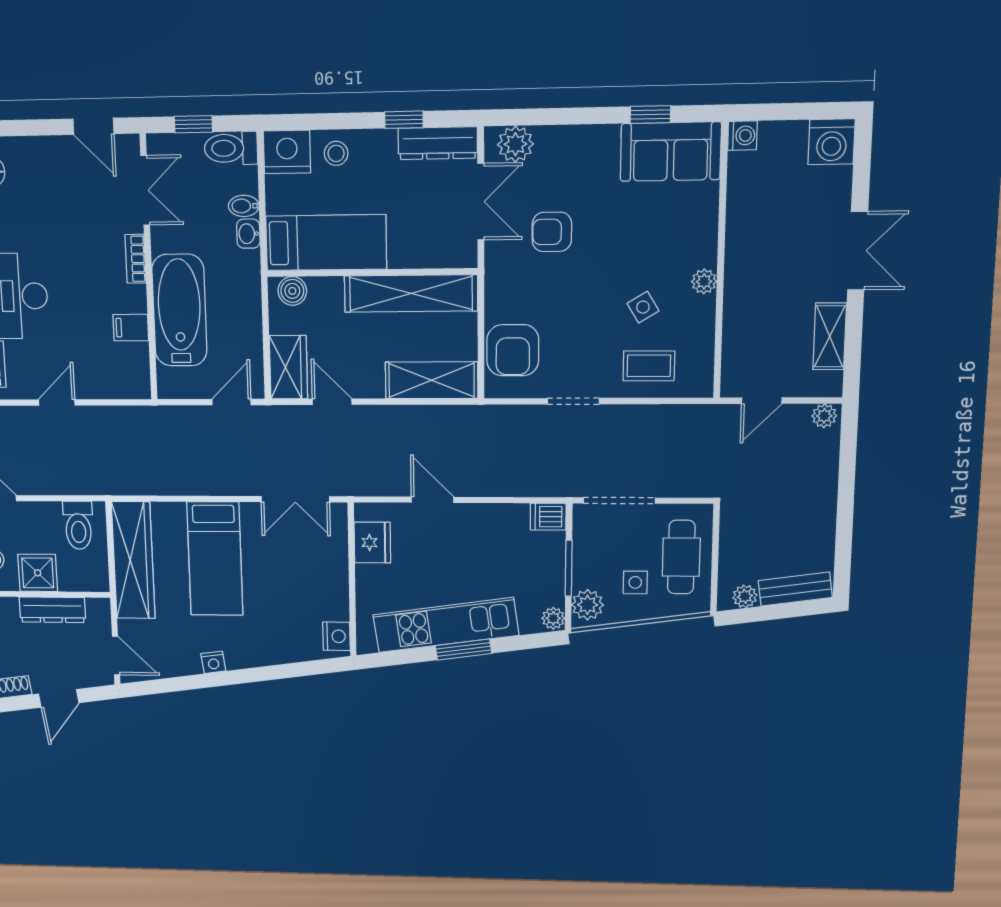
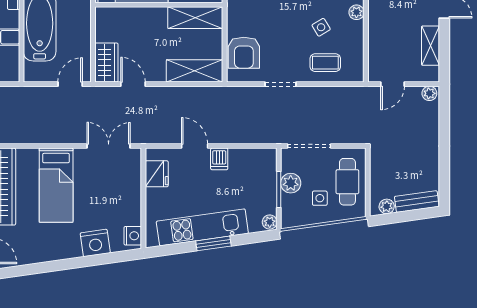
boiler: (292, 291) -> (110, 15), removed
shelving: (411, 293) -> (195, 18), width x0.68
double door: (295, 499) -> (109, 146), swing flipped
dishwasher: (548, 517) -> (219, 159), moved, turned -90
plant: (588, 605) -> (291, 183), moved
nightstand: (213, 662) -> (95, 243), moved, width x1.89, depth x1.79

